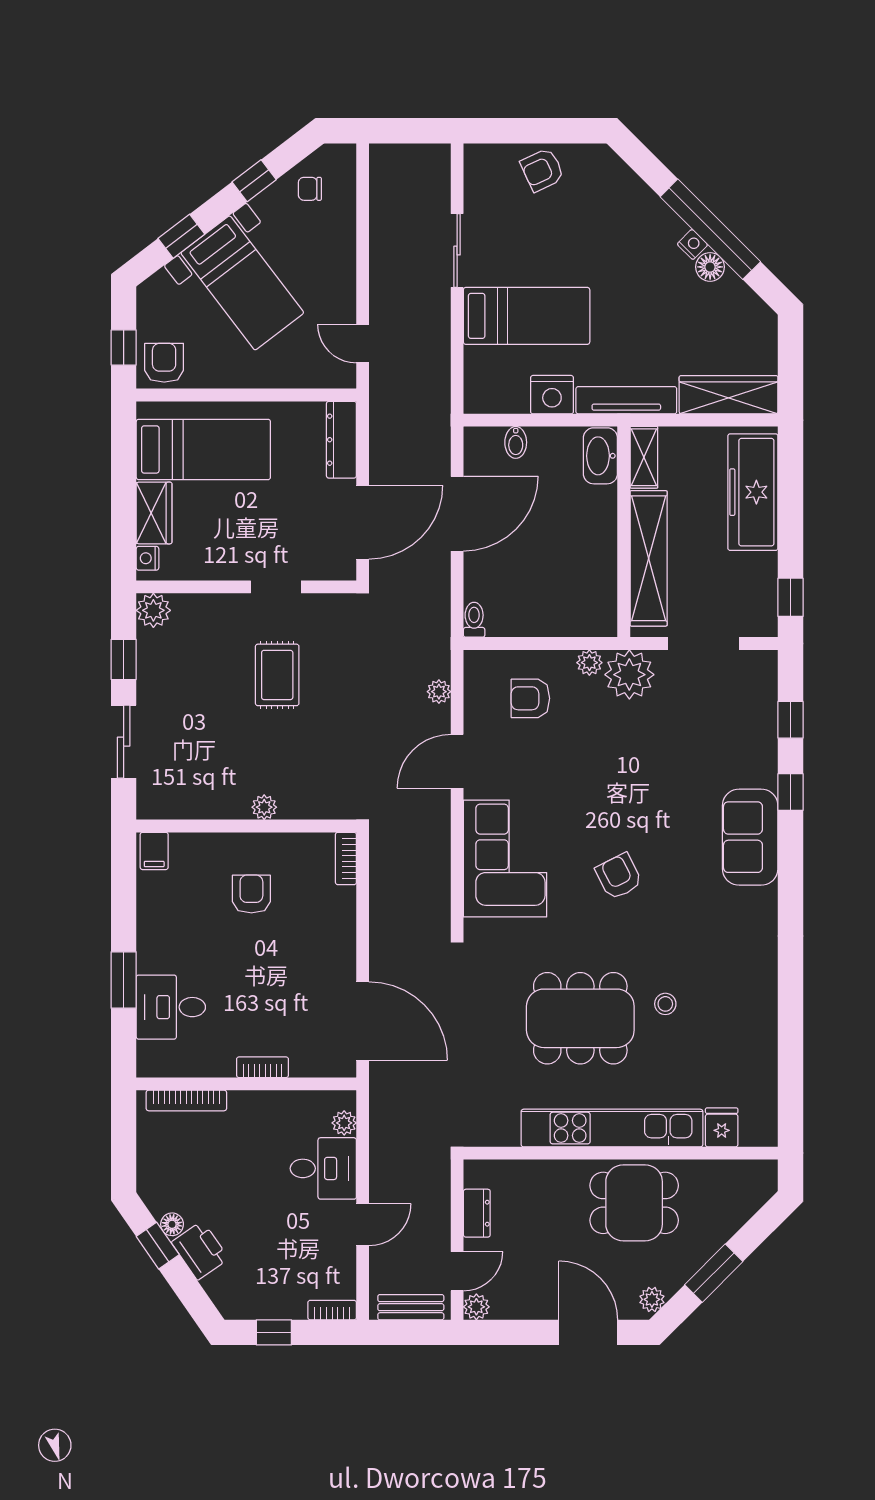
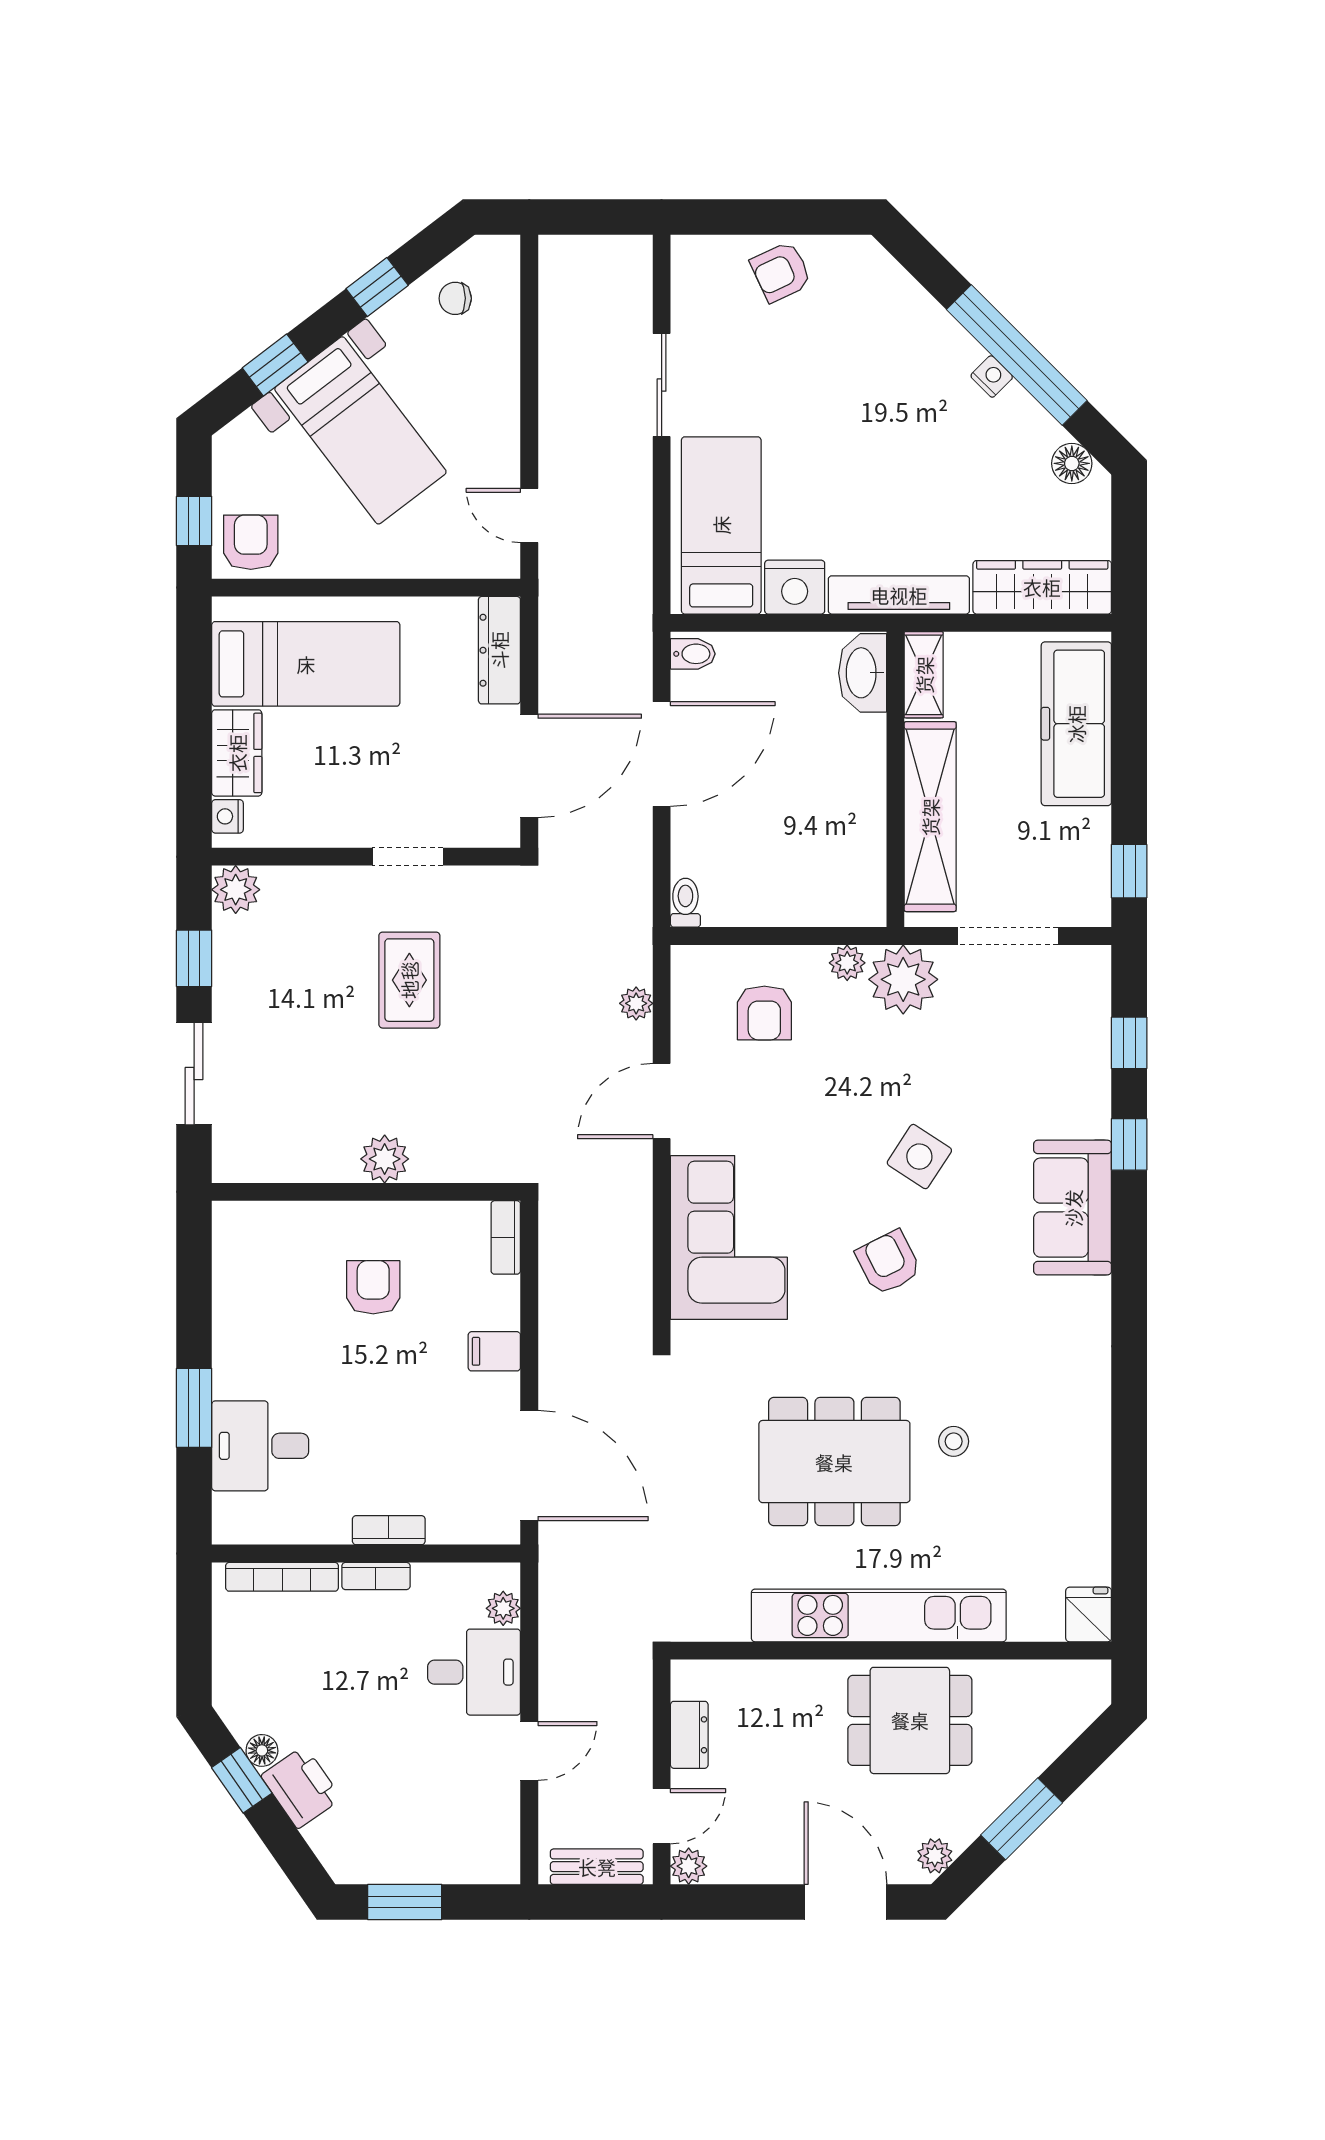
floor lamp: (710, 267) -> (1072, 463), moved
bed: (527, 316) -> (721, 525), moved, turned -90
bidet: (516, 442) -> (693, 654), moved, turned -90
armchair: (530, 698) -> (764, 1013), turned -90
side table: (641, 801) -> (919, 1157), added
plant: (264, 807) -> (385, 1159), width x1.38, depth x1.38
filing cabinet: (154, 851) -> (494, 1351), moved, turned 90
fridge: (722, 1127) -> (1089, 1614), moved
bookcase: (332, 1310) -> (376, 1576), moved, turned 180
window: (274, 1332) -> (405, 1902), width x1.50

